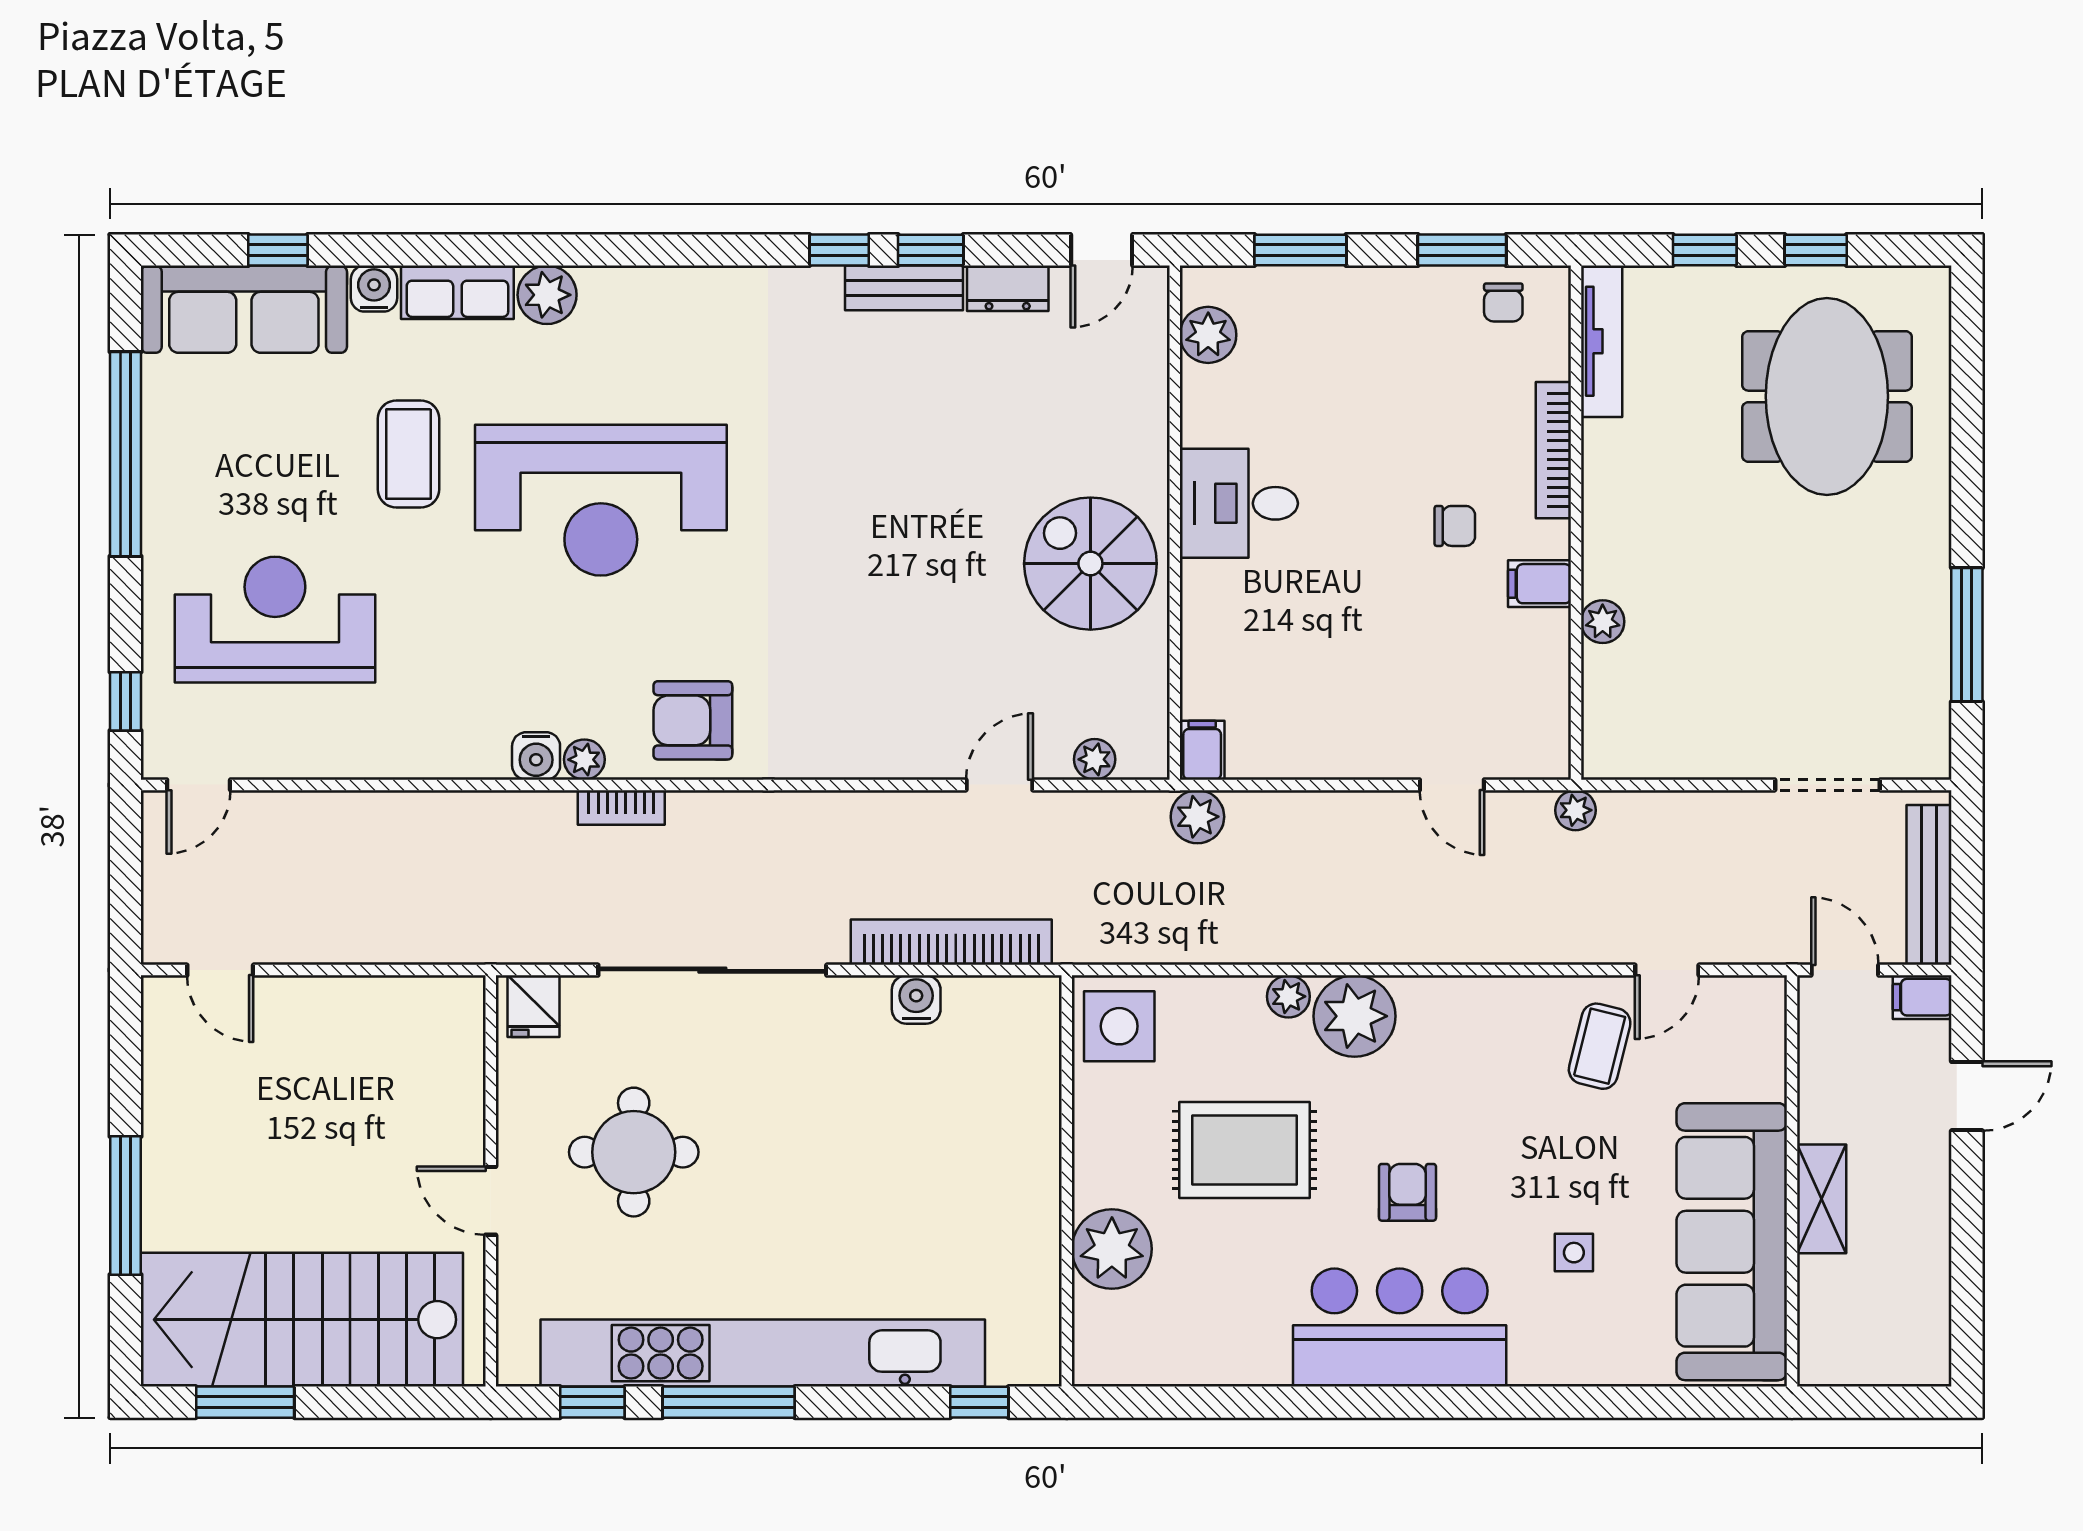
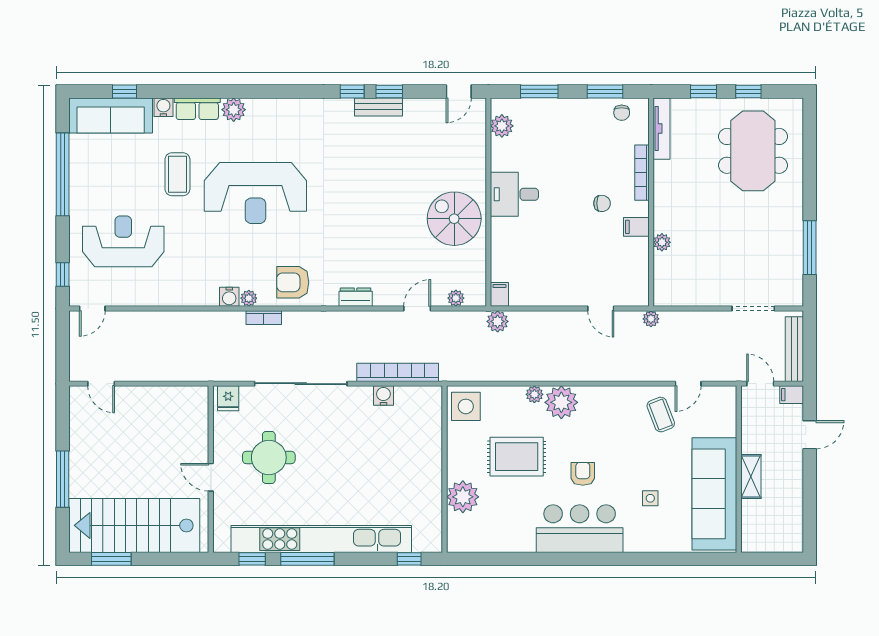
dresser: (1008, 288) -> (356, 297), moved, turned 180
coffee table: (1600, 1046) -> (661, 415), turned -35

